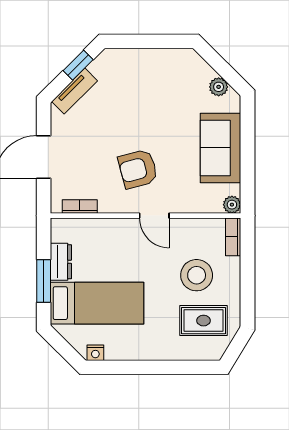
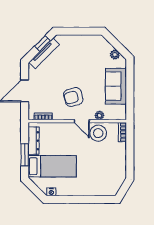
tv unit: (75, 91) -> (44, 53), width x1.41
plant: (232, 205) -> (99, 115), moved
dresser: (61, 262) -> (34, 141), width x1.44
stool: (197, 275) -> (98, 133), moved
rug: (203, 321) -> (107, 175), removed

